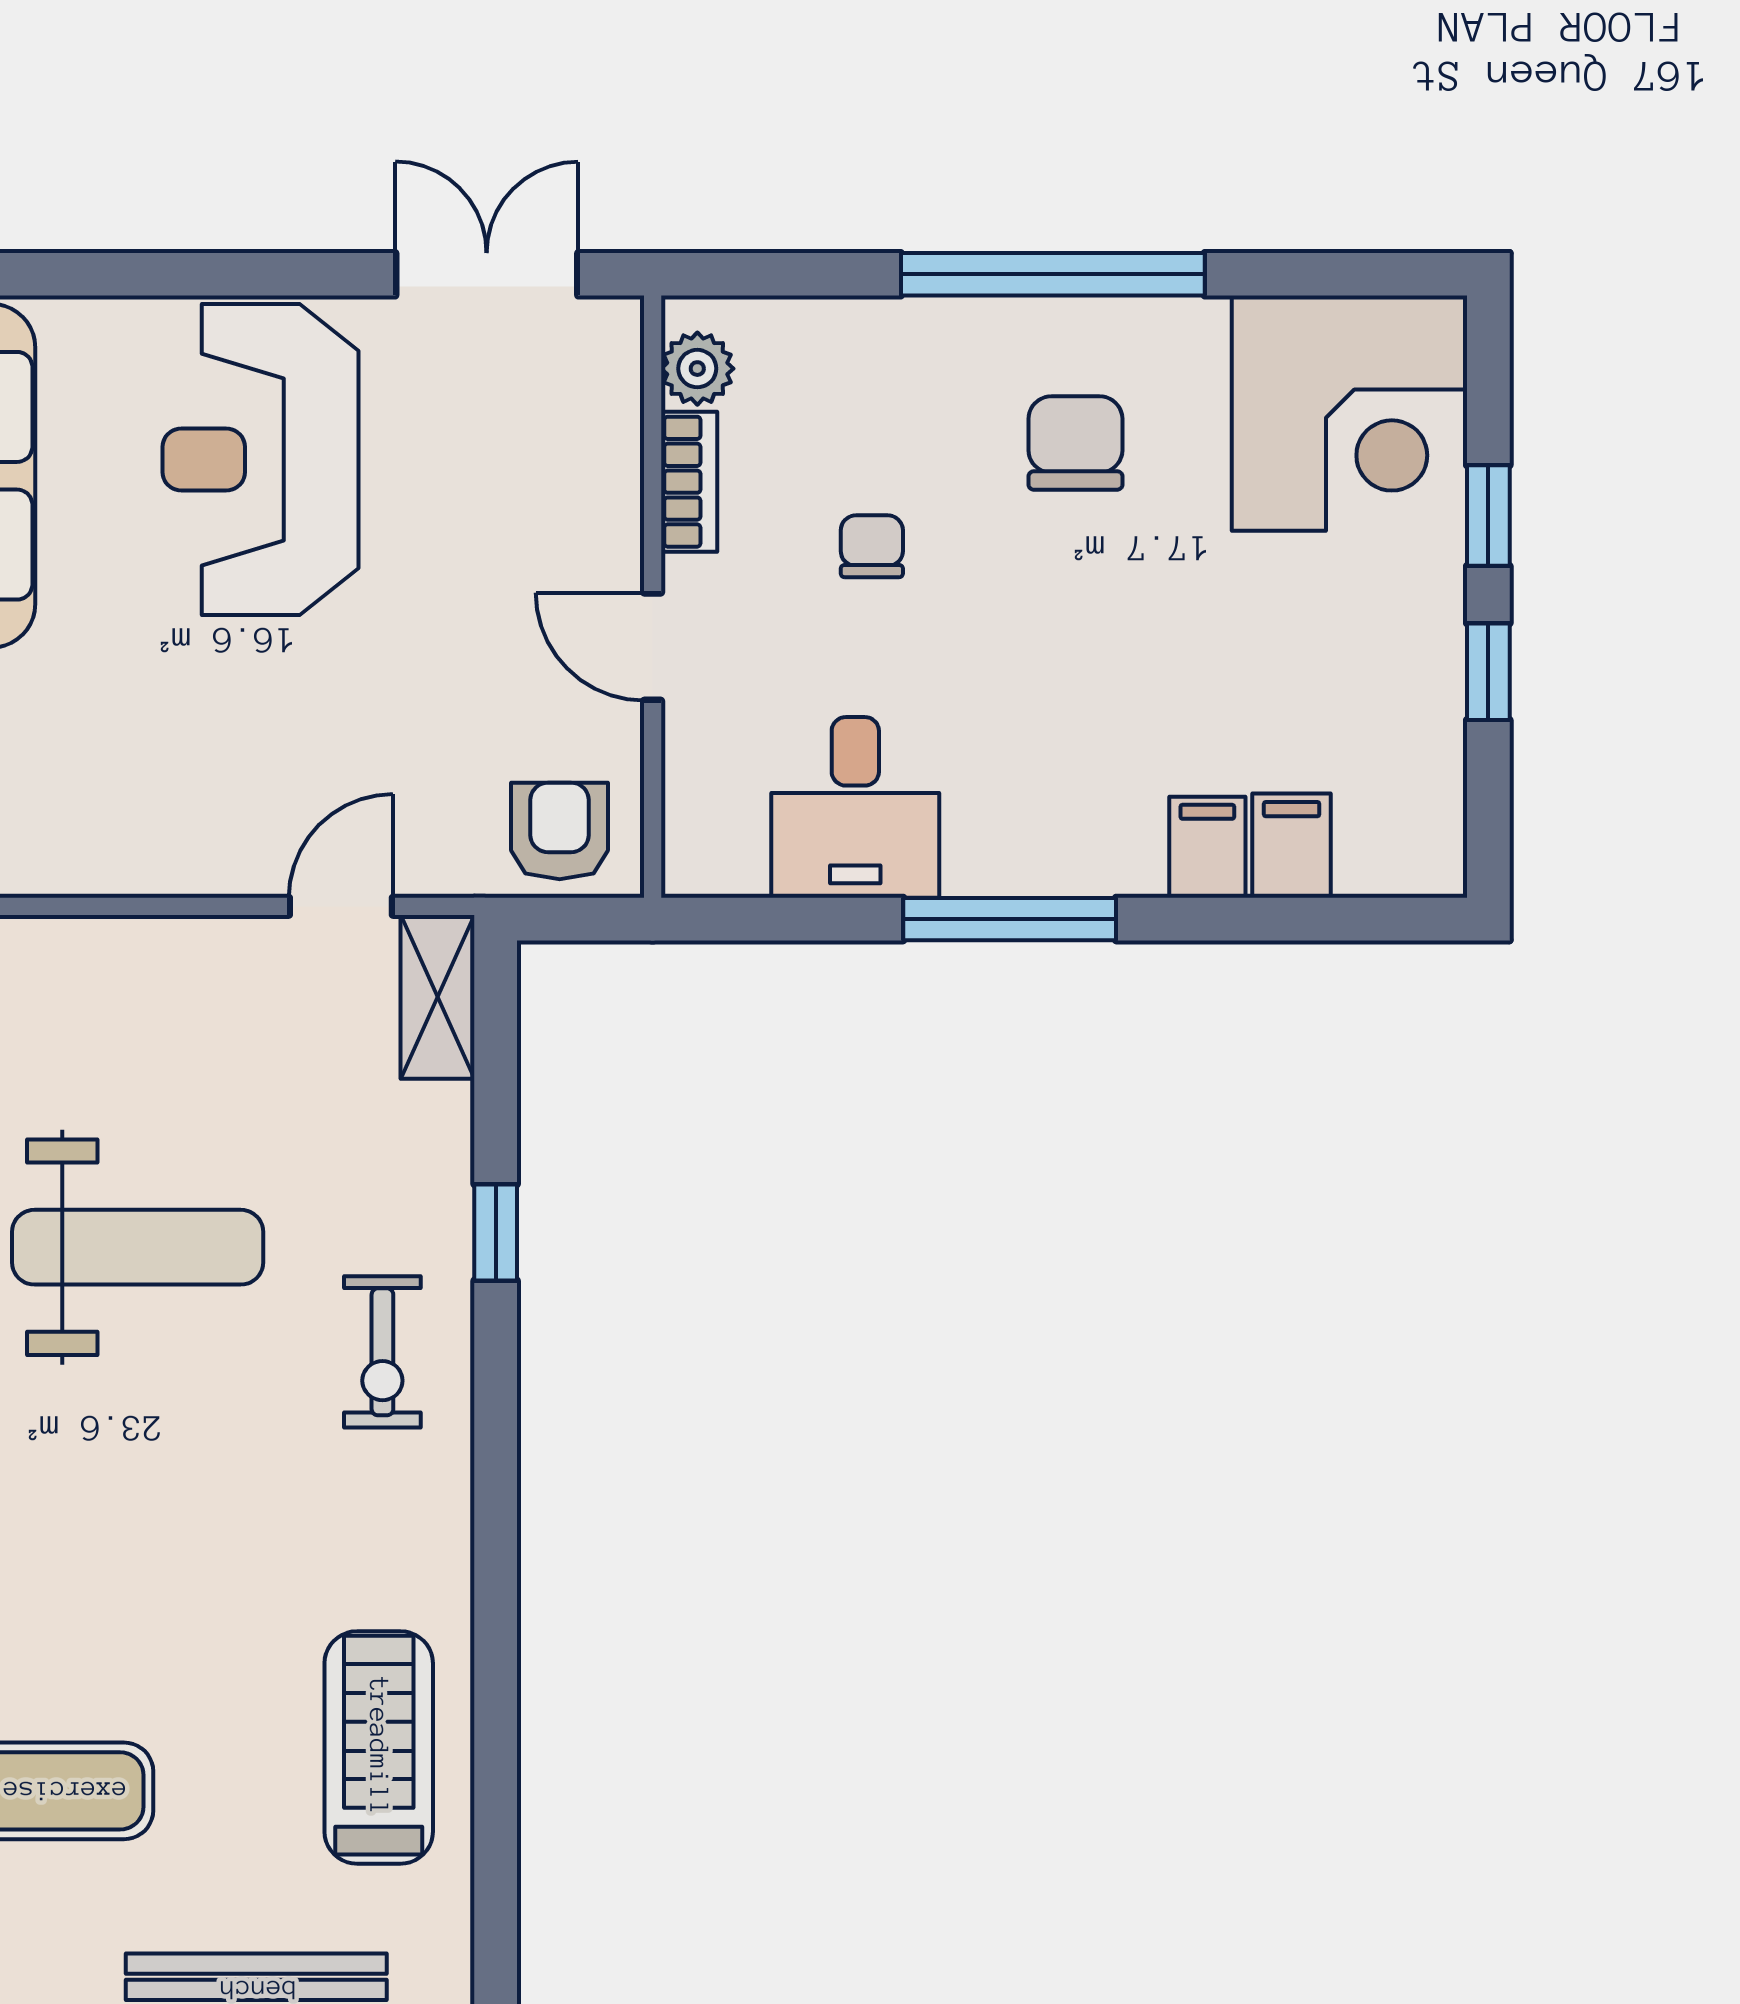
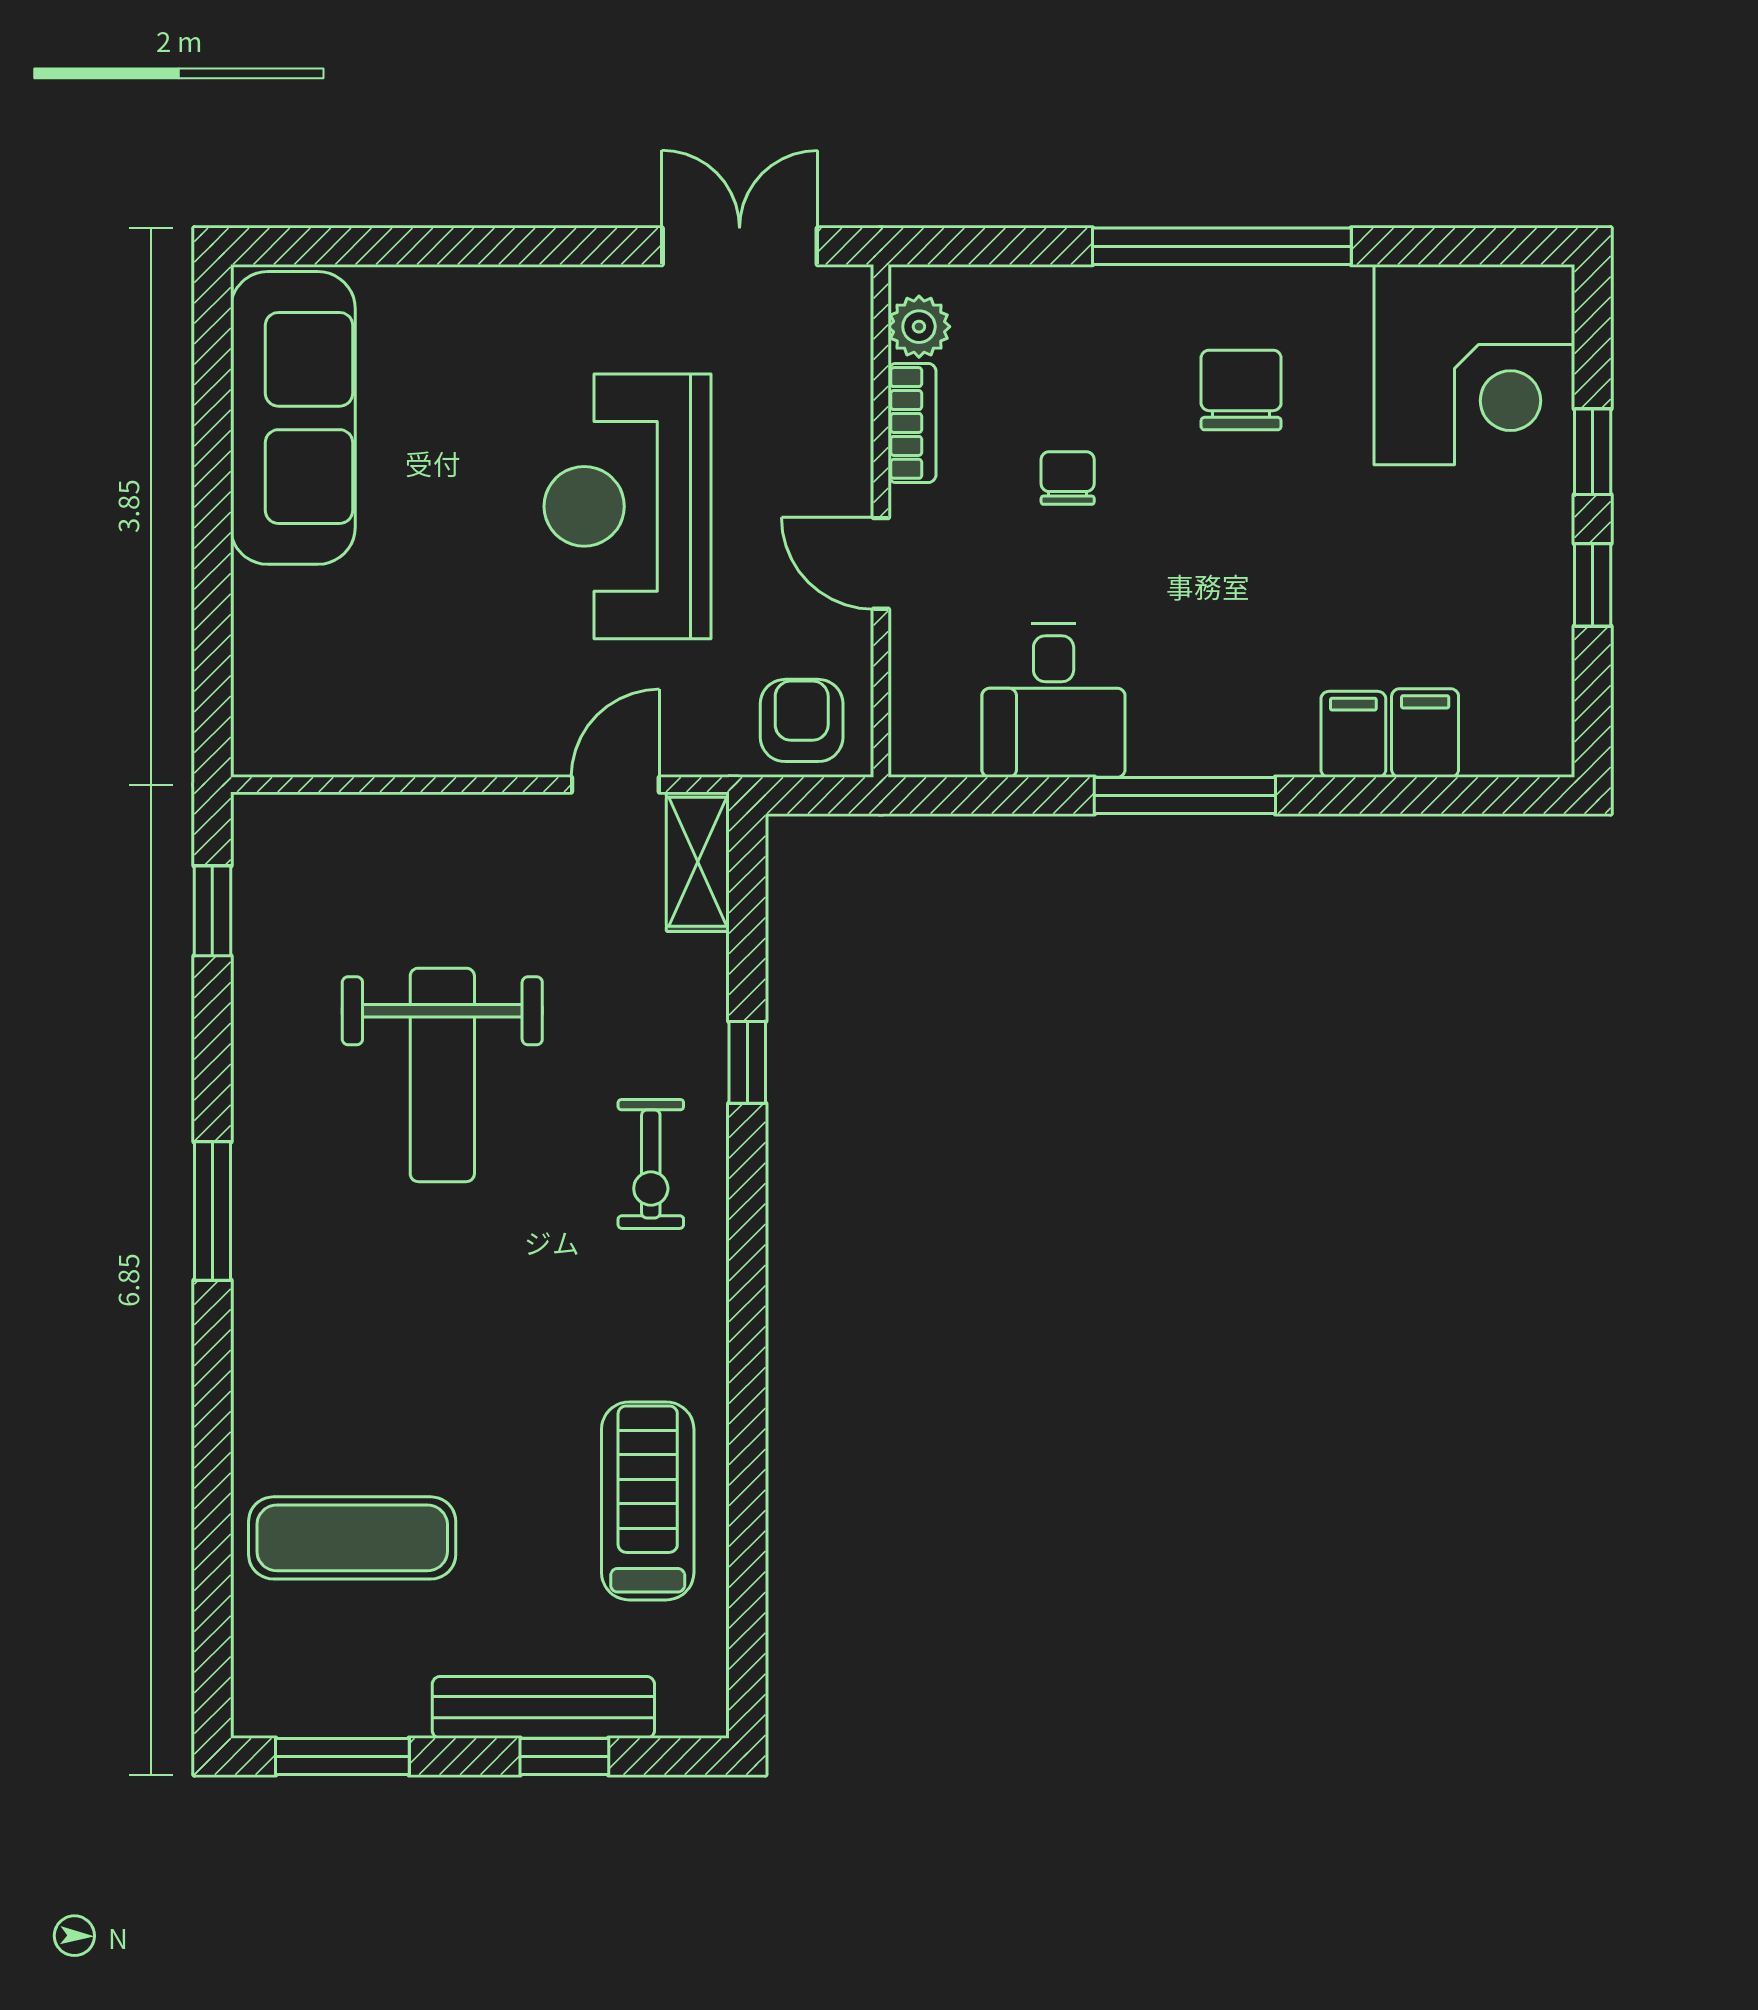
reception desk: (260, 460) -> (627, 506), moved
weight bench: (138, 1247) -> (442, 1075), turned 90

